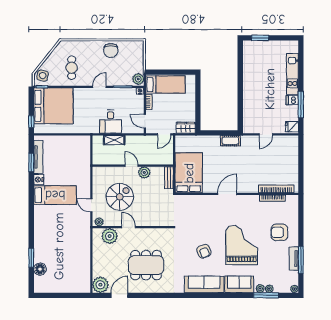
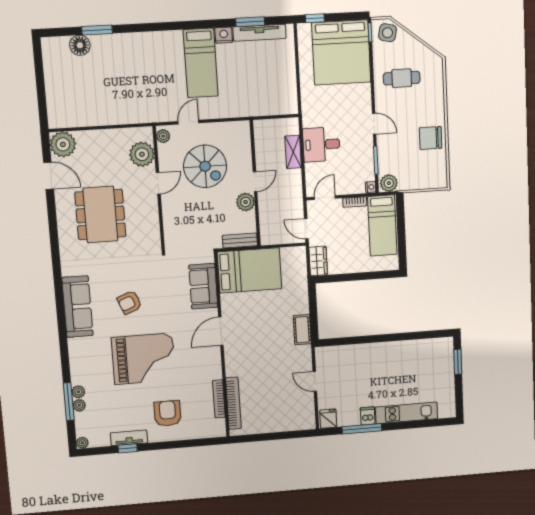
door: (227, 194) -> (221, 331), swing flipped
window: (301, 260) -> (128, 448), width x0.46
sofa: (239, 284) -> (203, 286), moved, turned 180

